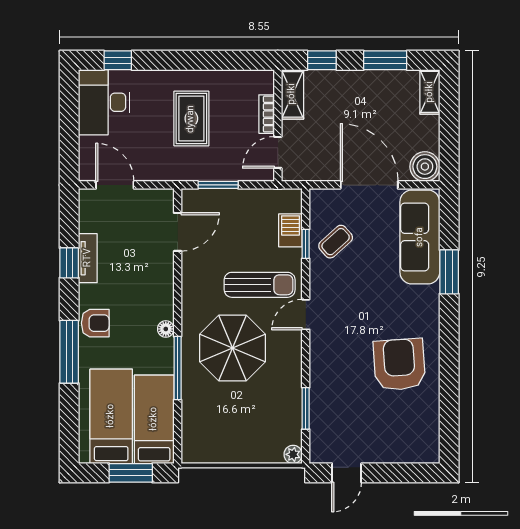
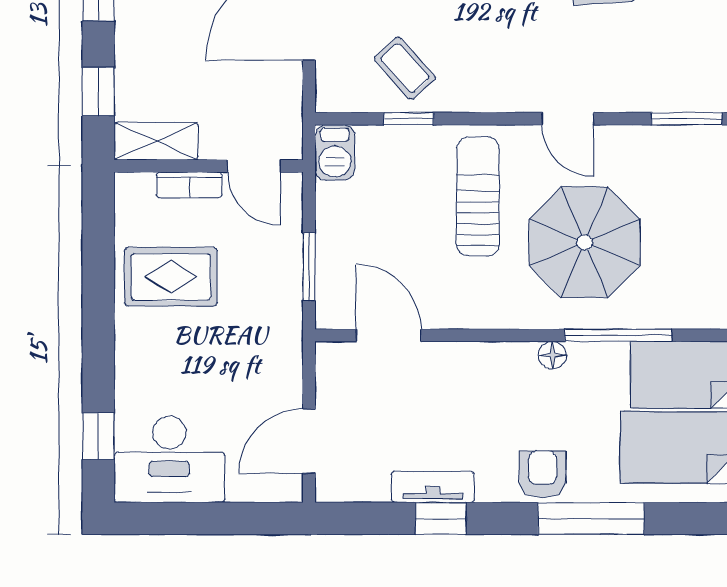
rug: (191, 119) -> (171, 277), moved
barbecue: (290, 230) -> (335, 153), moved, turned -90
door: (306, 315) -> (568, 119), moved

